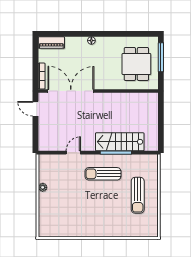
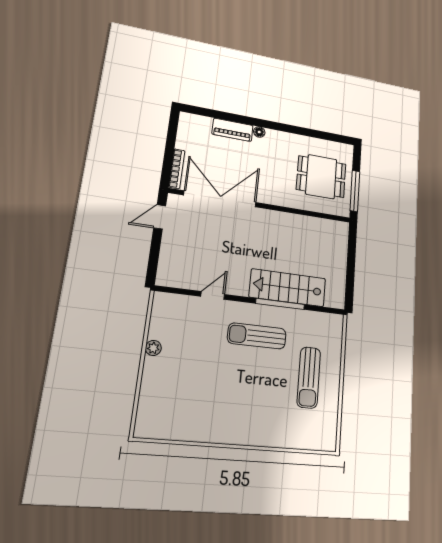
piano: (51, 43) -> (233, 130), moved
window: (161, 57) -> (355, 191), moved
dining table: (136, 64) -> (321, 177), turned 90
door: (35, 109) -> (160, 217), hinge flipped

